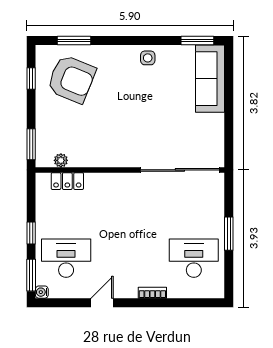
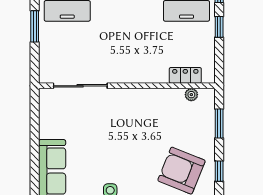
window: (31, 144) -> (219, 124), moved
sliding door: (180, 170) -> (80, 86), width x0.73

